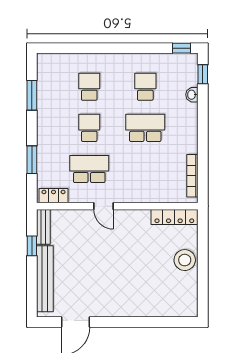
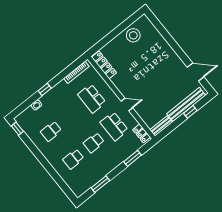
window: (203, 74) -> (45, 89), moved
school desk: (145, 128) -> (92, 98), moved
door: (104, 206) -> (127, 104), hinge flipped
window: (32, 246) -> (190, 112), moved
stool: (185, 260) -> (133, 35), moved

